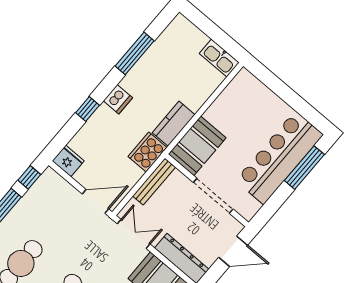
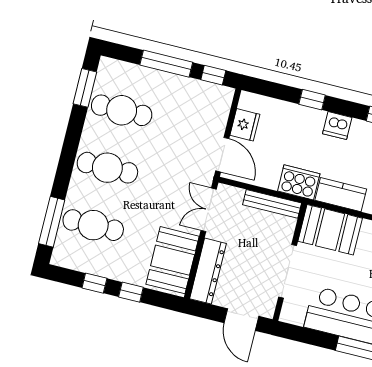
fridge: (68, 161) -> (245, 125), moved
double door: (134, 234) -> (209, 210), swing flipped

